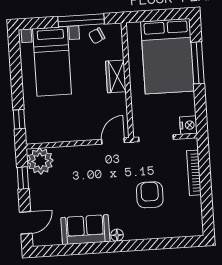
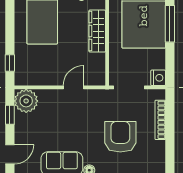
wardrobe: (116, 76) -> (97, 31), width x1.50
door: (113, 141) -> (73, 87), moved
armchair: (150, 195) -> (120, 137), width x1.36, depth x1.36

